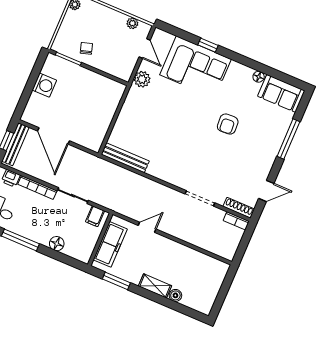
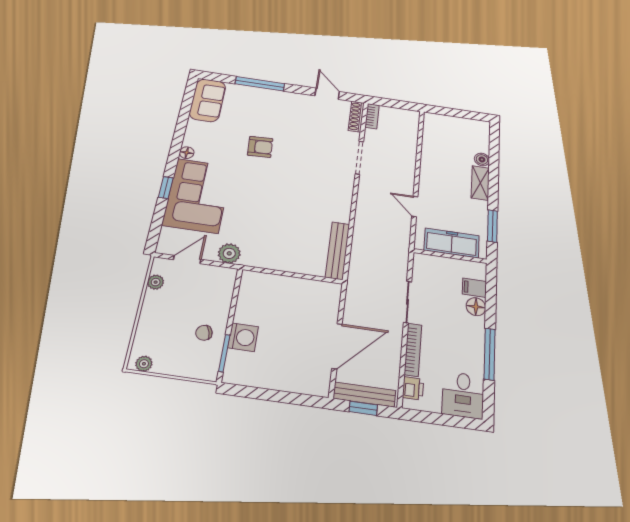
floor lamp: (259, 77) -> (187, 153), moved
washing machine: (44, 85) -> (243, 337), moved, turned 90
filing cabinet: (95, 216) -> (474, 288), moved, turned 180

